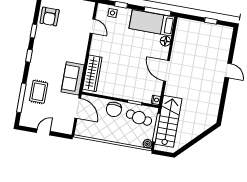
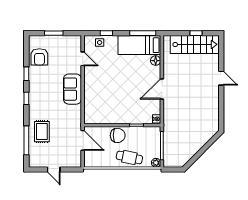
door: (167, 71) -> (162, 89), hinge flipped
wardrobe: (92, 73) -> (91, 104), removed
sofa: (73, 78) -> (72, 89), moved
chair: (114, 109) -> (118, 135), turned -90
cafe table: (139, 118) -> (129, 157), moved
stairs: (168, 121) -> (195, 44), moved, turned 90
door: (43, 132) -> (54, 169), swing flipped

